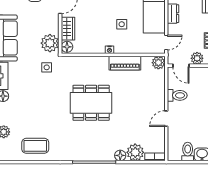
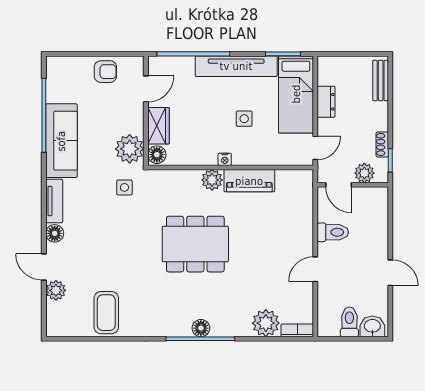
plant: (158, 63) -> (212, 180), moved
coffee table: (35, 146) -> (106, 313), turned 90
floor lamp: (120, 155) -> (201, 328), moved

